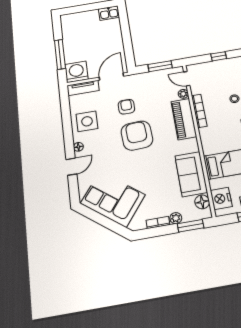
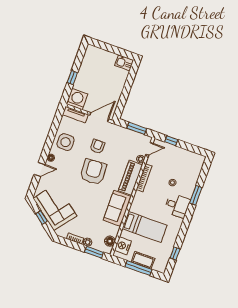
window: (60, 54) -> (72, 78), width x0.46
window: (219, 56) -> (171, 141), moved
door: (187, 79) -> (149, 149), swing flipped
sofa: (191, 174) -> (117, 208), moved
window: (103, 220) -> (41, 218), added

